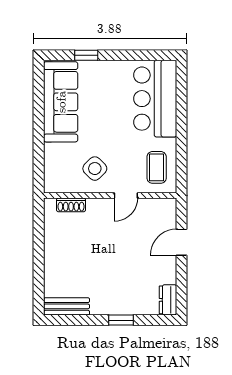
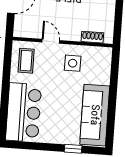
side table: (95, 169) -> (73, 63), turned 45
door: (126, 195) -> (51, 41), hinge flipped

